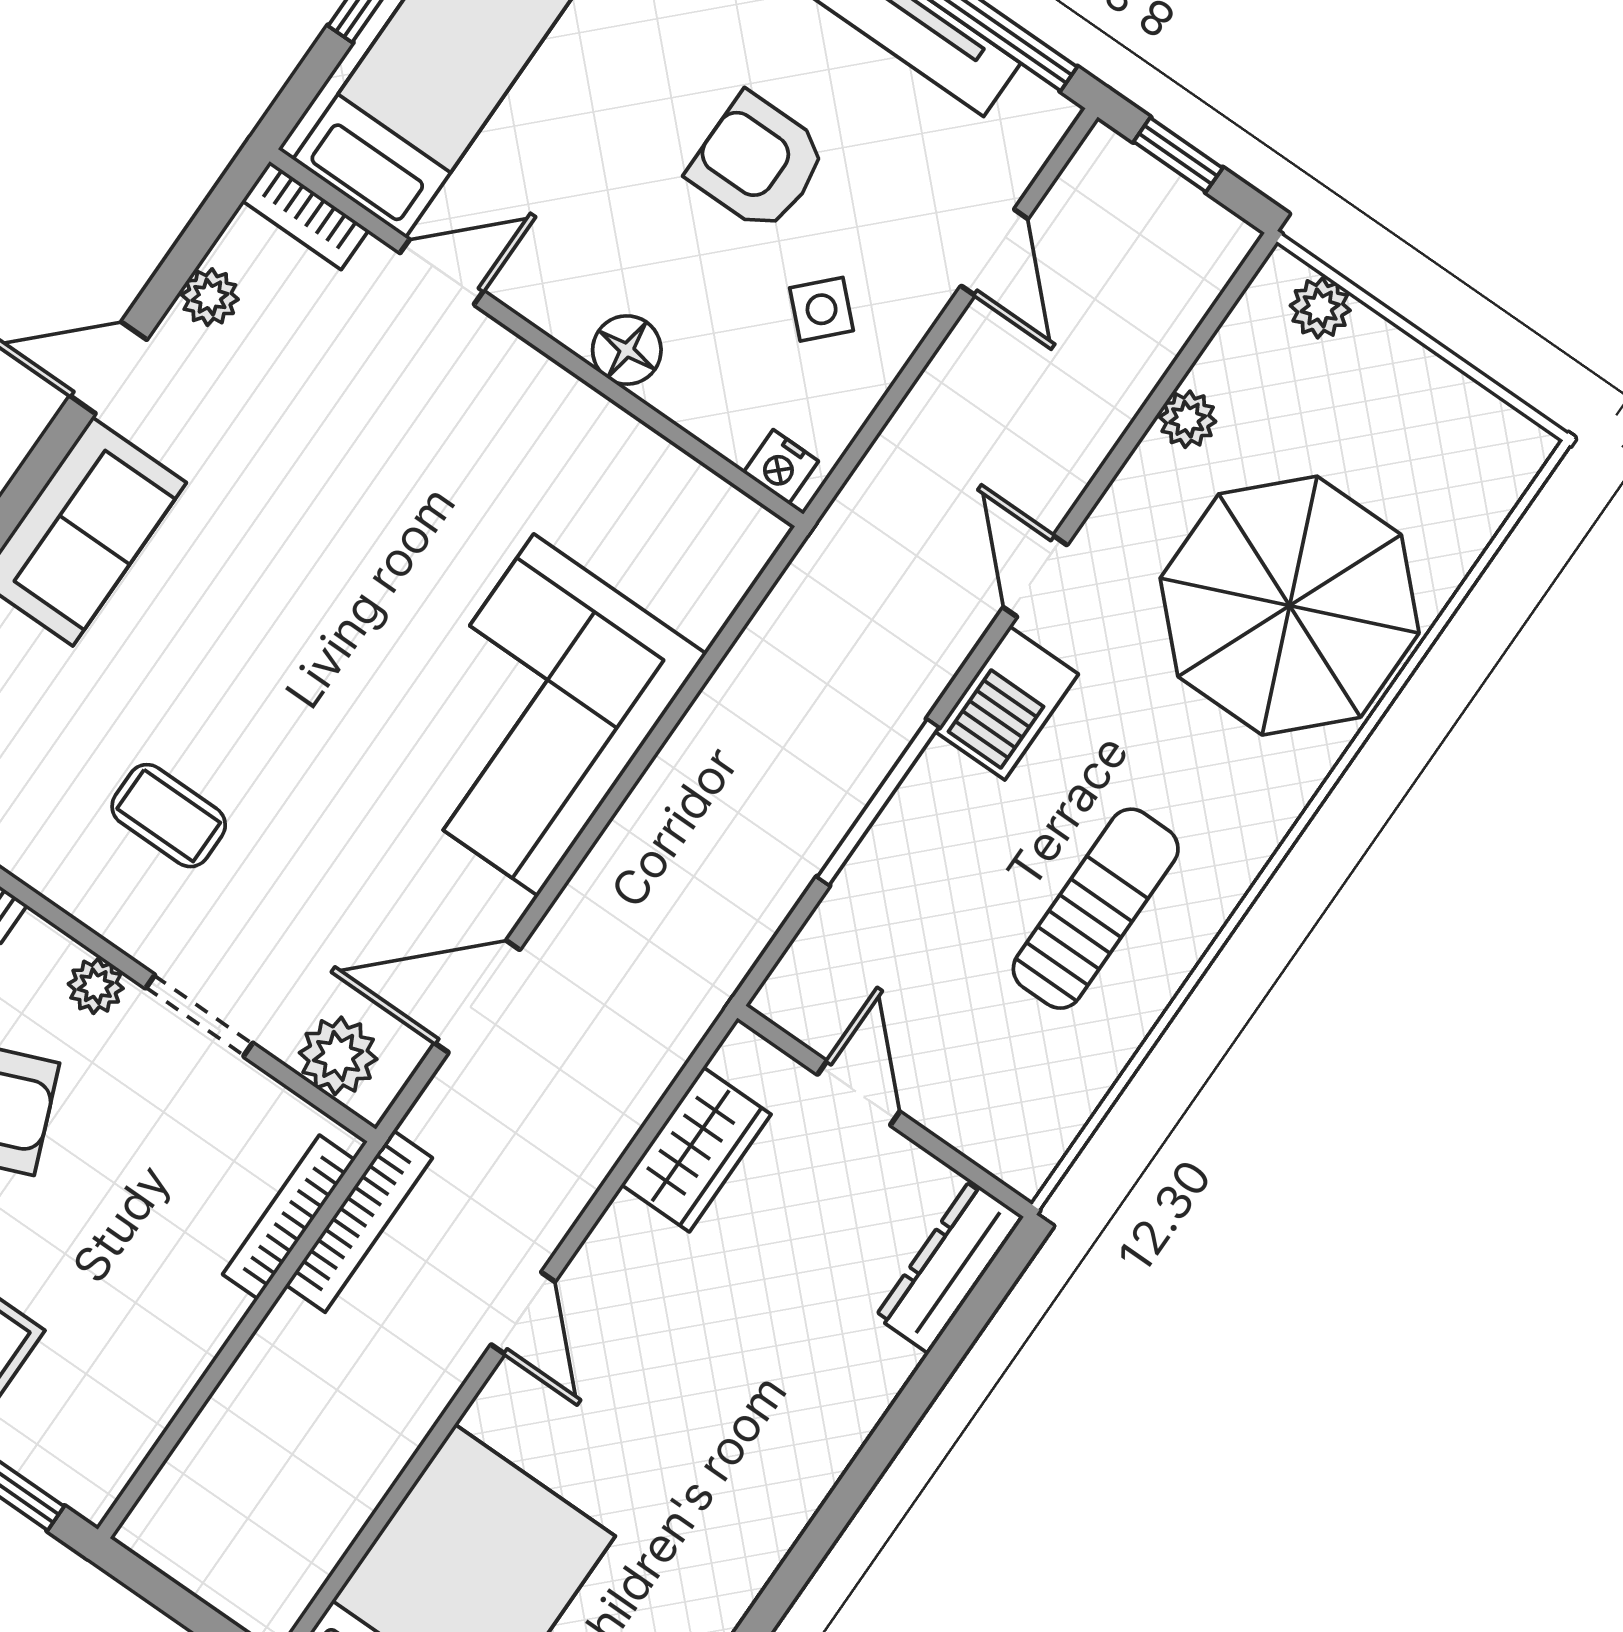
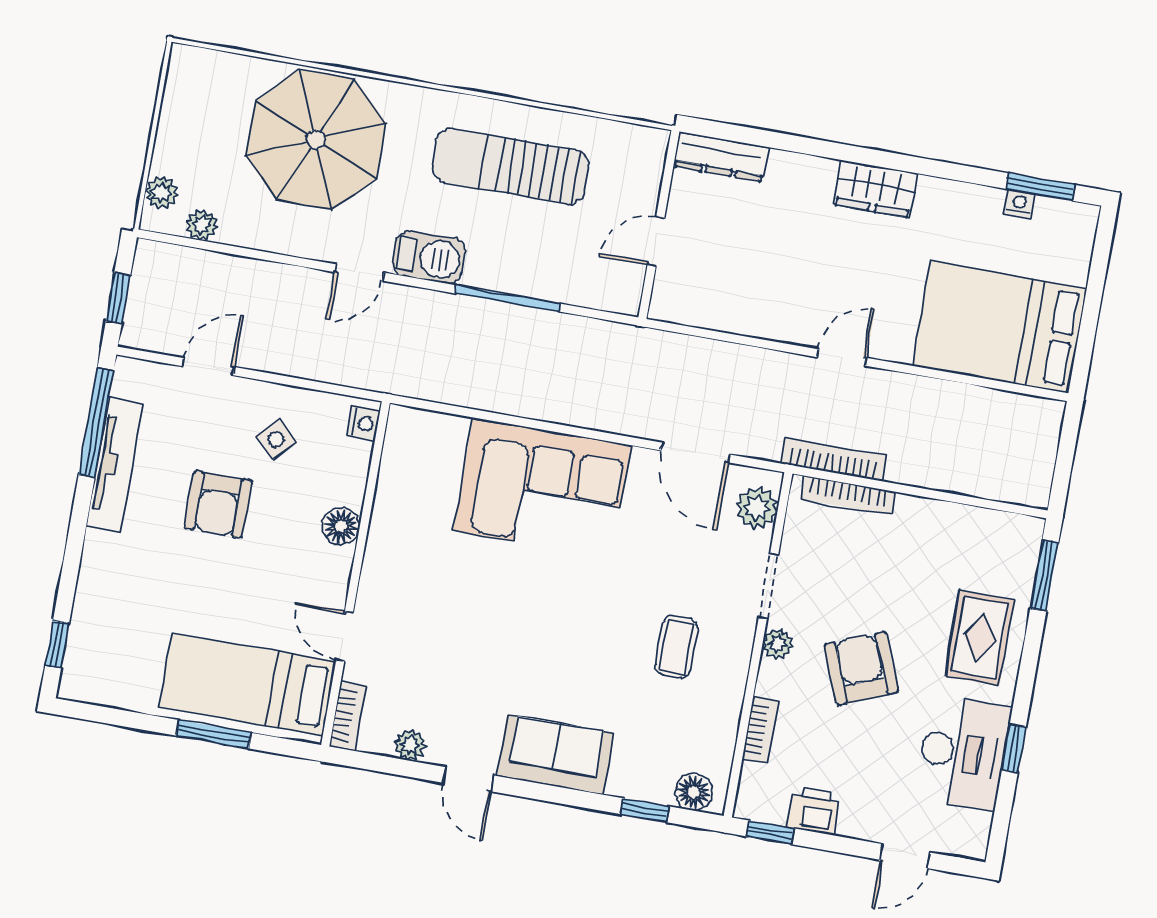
plant: (1188, 419) -> (202, 225), moved
sun lounger: (1096, 909) -> (510, 166), width x1.36, depth x1.34
wardrobe: (696, 1150) -> (875, 189), moved, turned 180

